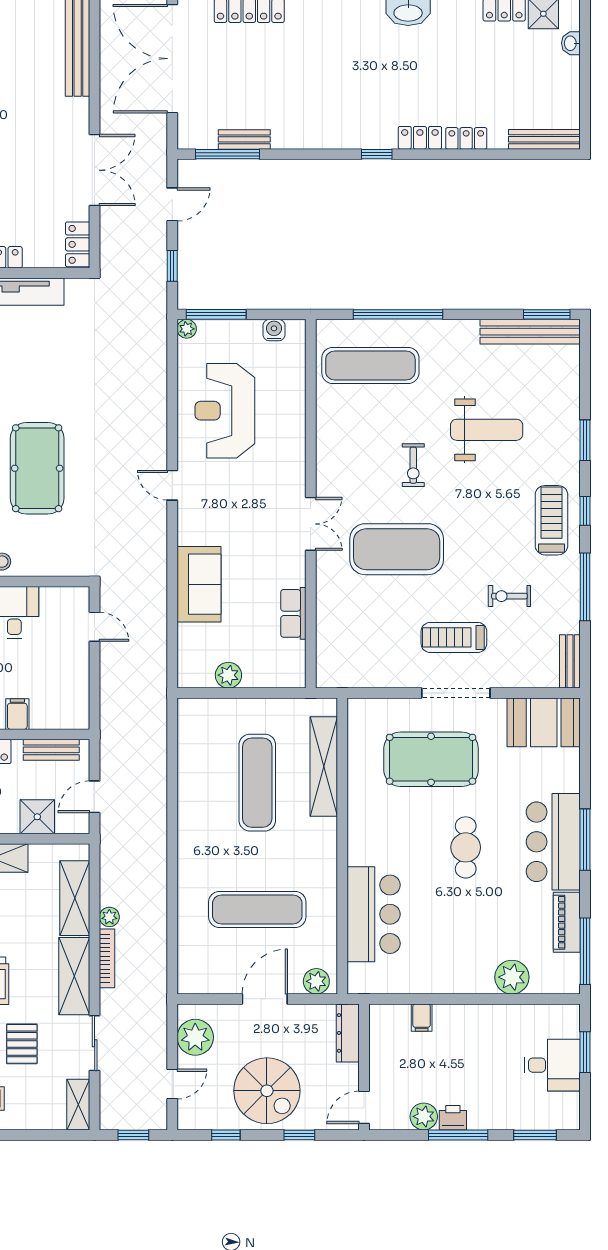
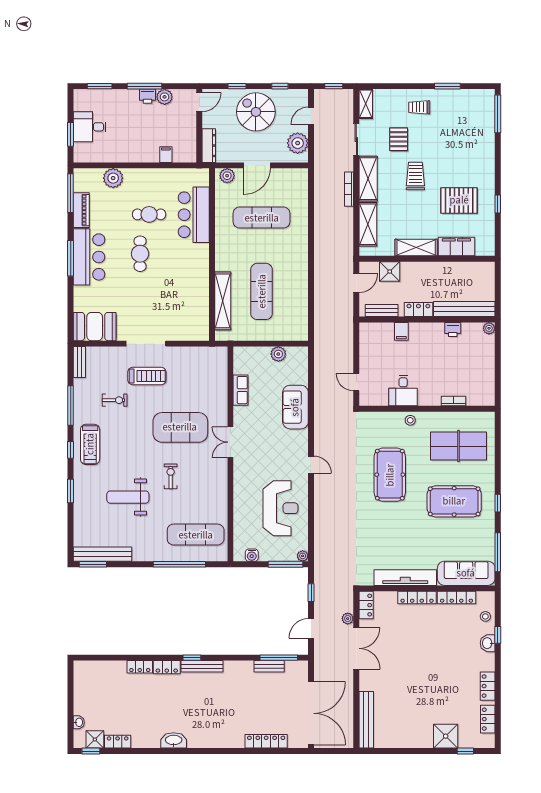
bench: (544, 139) -> (202, 666), moved
double door: (95, 170) -> (356, 648), swing flipped
pool table: (431, 759) -> (160, 305), removed
cafe table: (450, 915) -> (149, 214), added
plant: (109, 917) -> (348, 619), moved

